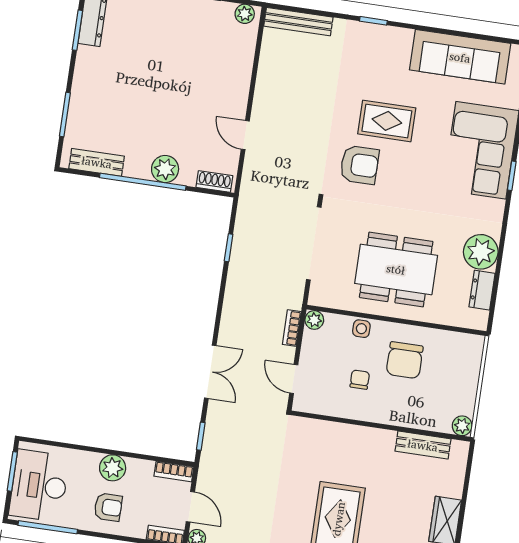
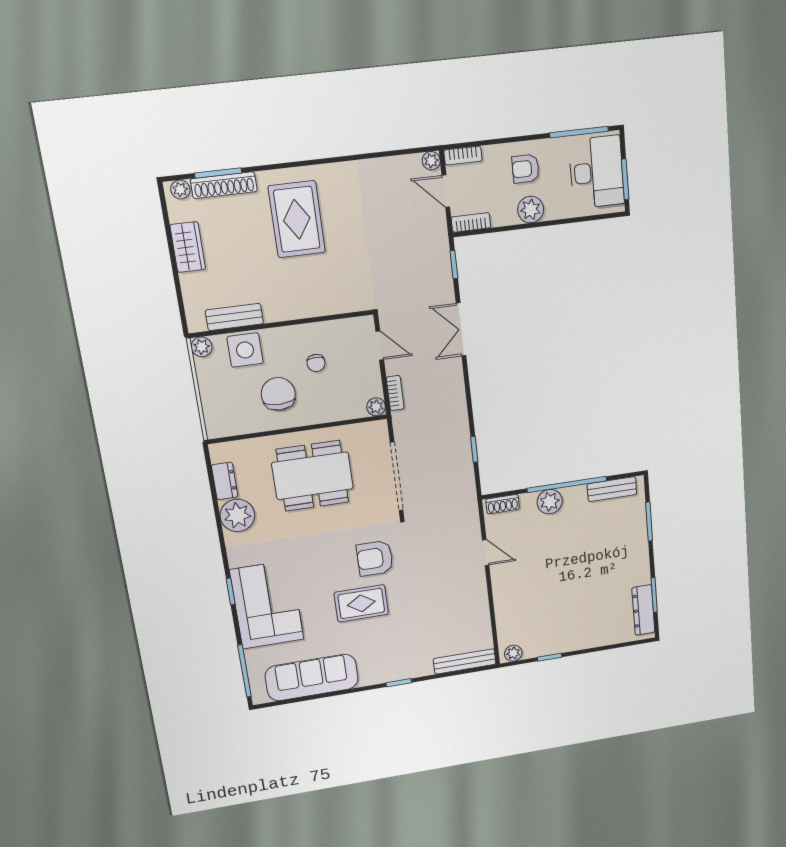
side table: (361, 329) -> (245, 350), moved, width x1.87, depth x1.87

